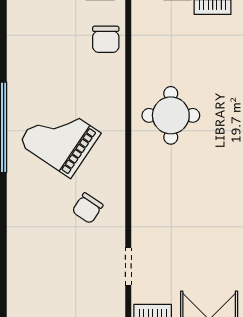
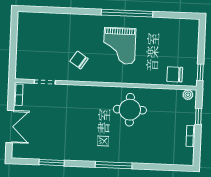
plant: (140, 15) -> (188, 95), added
grand piano: (60, 138) -> (119, 46), turned 146

